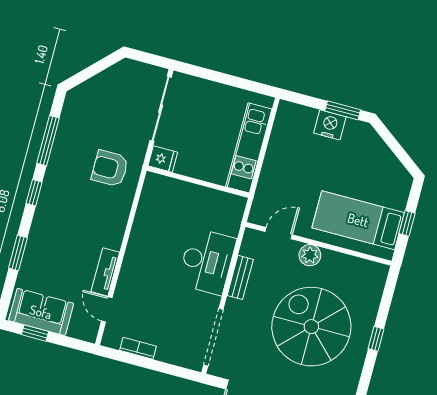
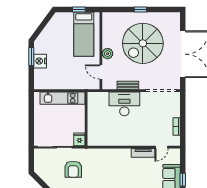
armchair: (110, 168) -> (73, 169), moved

